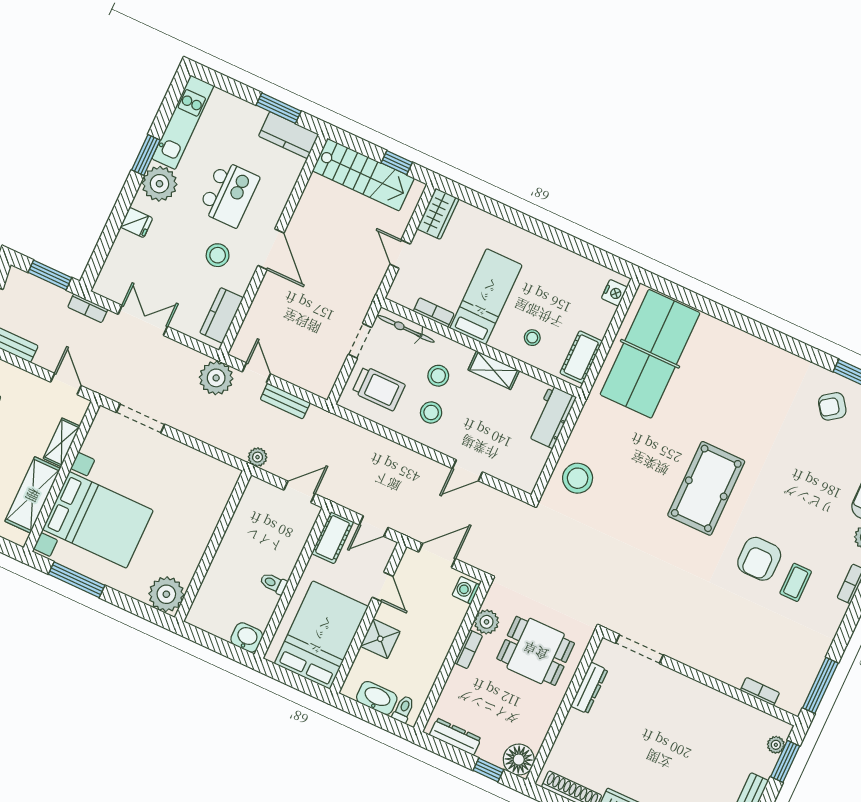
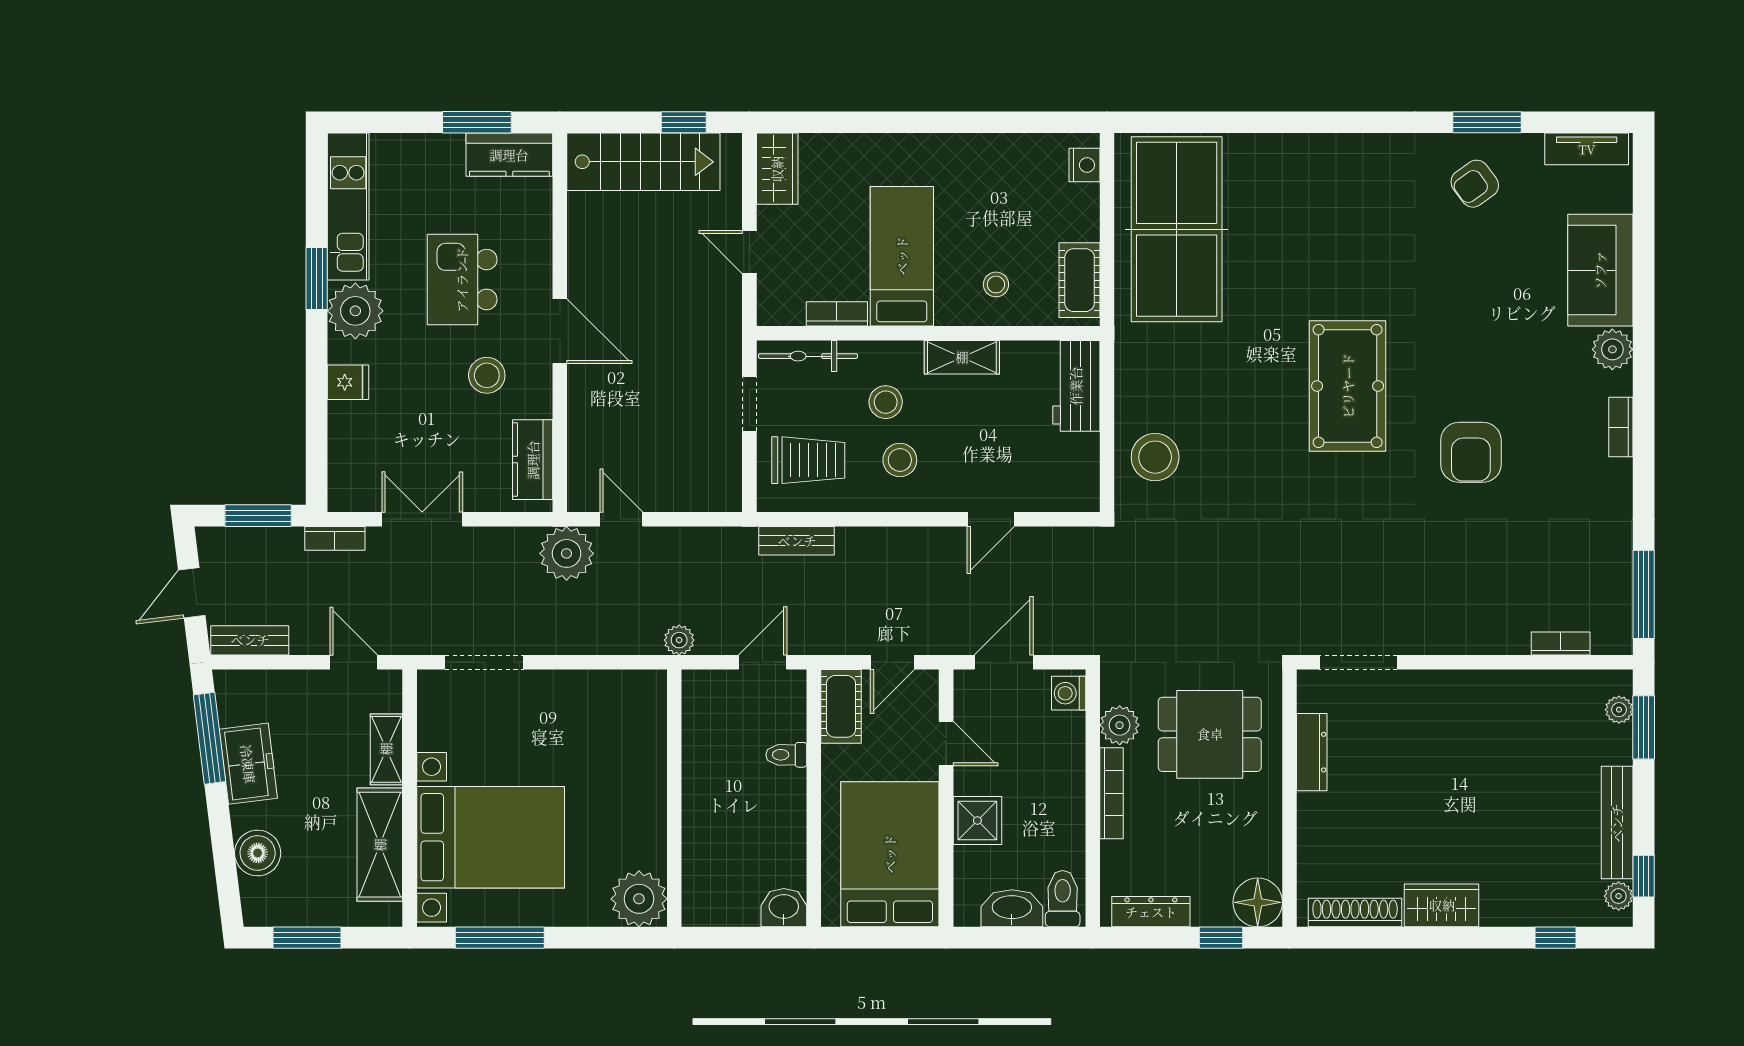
kitchen island: (229, 194) -> (462, 280), turned 180
bench: (285, 401) -> (797, 541), moved
coffee table: (796, 582) -> (1539, 462), removed
toilet: (273, 583) -> (786, 755), moved
bookcase: (468, 649) -> (1112, 793), width x1.56
toilet: (404, 709) -> (1063, 899), width x1.37, depth x1.39

